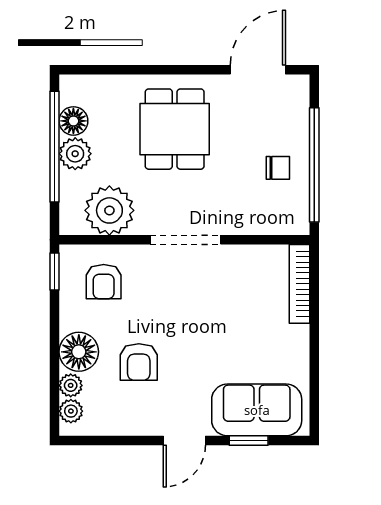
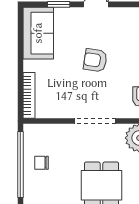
armchair: (139, 362) -> (95, 60), moved, turned -81
sofa: (257, 410) -> (38, 33), moved, turned -90

